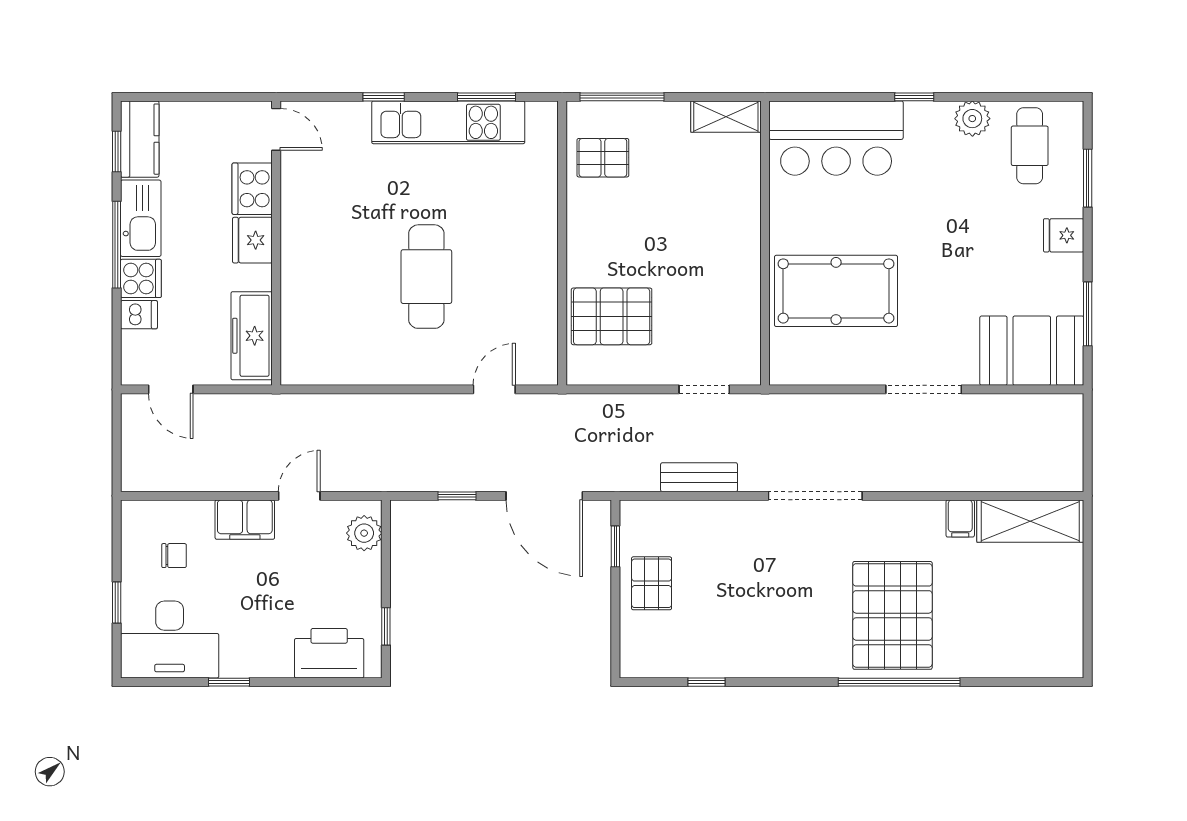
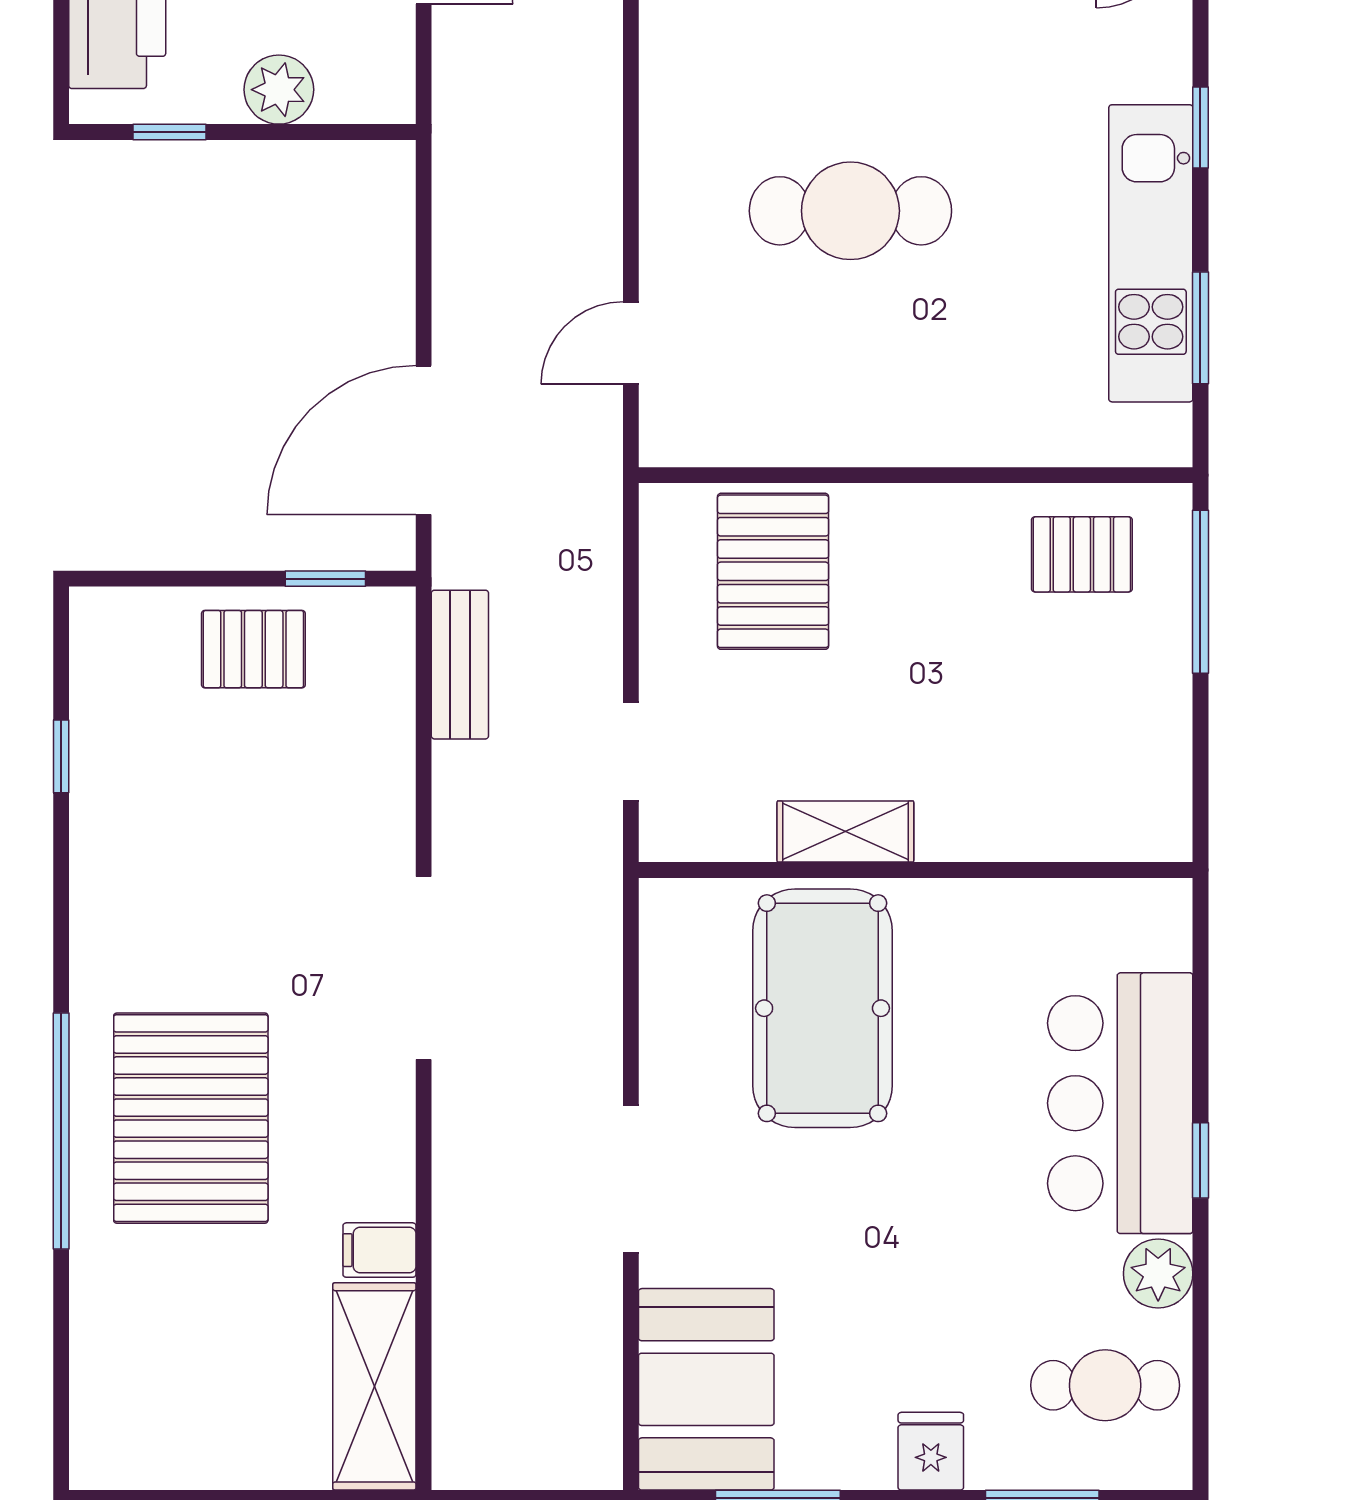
shelving: (726, 117) -> (845, 832), moved, turned 90
bar counter: (836, 138) -> (1120, 1103), moved
pallet: (603, 158) -> (1082, 554), turned 90
door: (494, 389) -> (631, 343), swing flipped
bench: (699, 477) -> (460, 665), moved
window: (457, 496) -> (424, 270), removed
plant: (364, 533) -> (279, 90), moved
pallet: (892, 615) -> (191, 1118), turned 90

